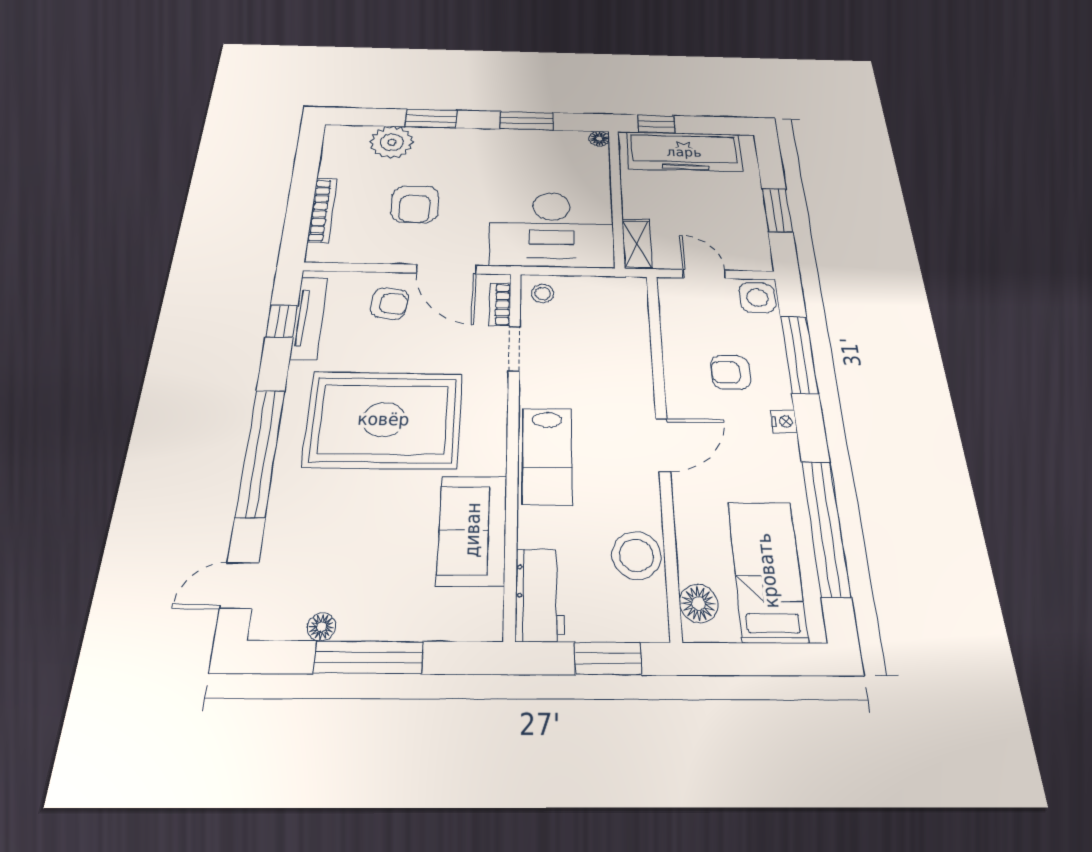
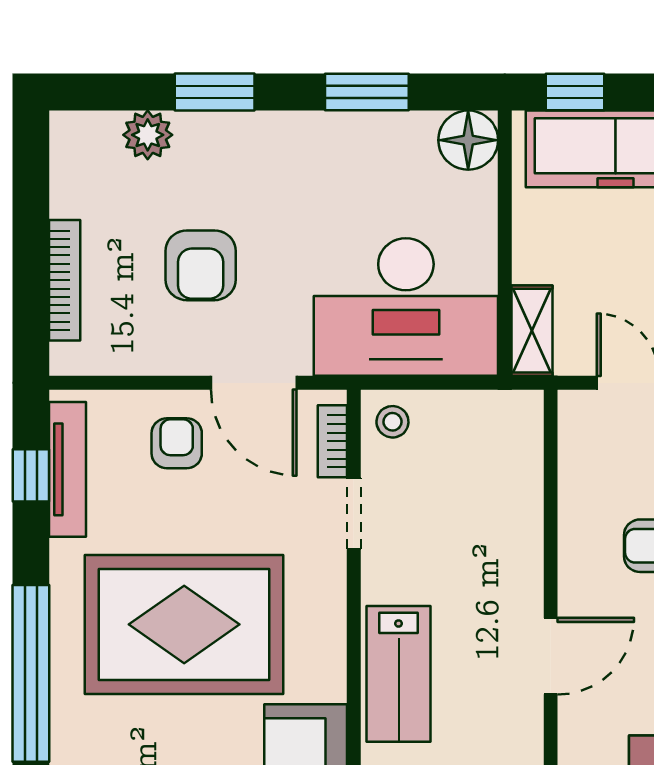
floor lamp: (599, 139) -> (468, 140), width x1.89, depth x1.89
plant: (392, 142) -> (148, 135), width x0.73, depth x0.73
armchair: (389, 303) -> (177, 443), turned -98

